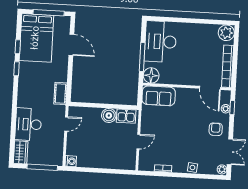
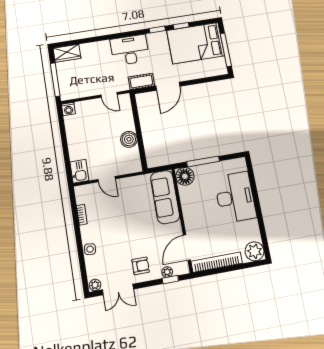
desk: (161, 42) -> (235, 197), moved, turned 90
door: (71, 45) -> (168, 86), moved
sofa: (159, 96) -> (165, 197), width x1.36
kitchen sink: (126, 116) -> (79, 171), moved, turned 180
desk: (28, 124) -> (130, 50), moved

